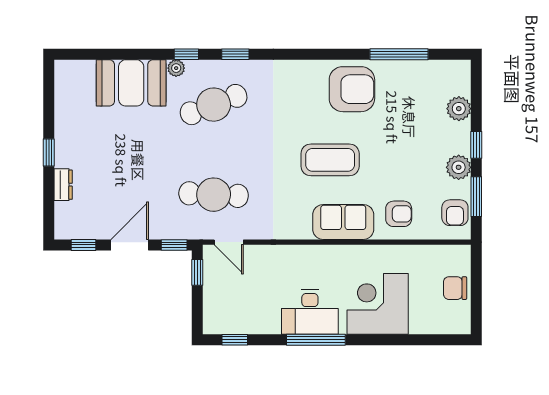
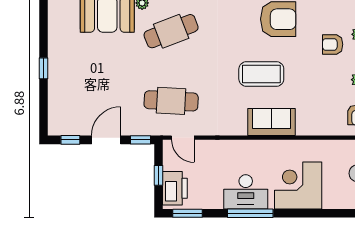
dresser: (63, 185) -> (55, 93), removed
armchair: (399, 214) -> (333, 44), moved, turned 180
window: (197, 272) -> (159, 175), moved
printer: (218, 307) -> (175, 188), added
window: (235, 340) -> (187, 213), width x1.50

